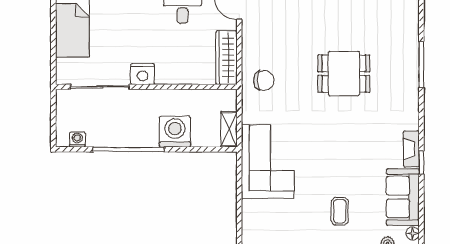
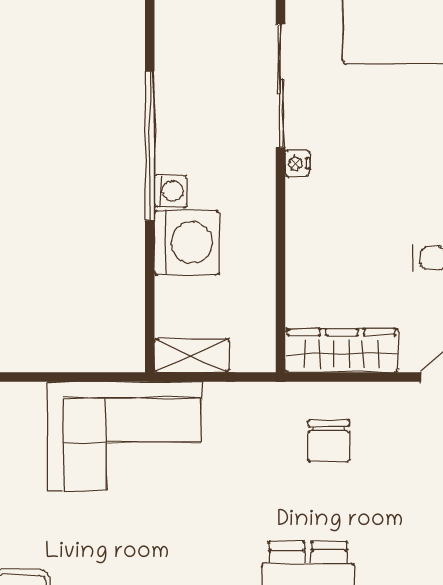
nightstand: (143, 74) -> (297, 163), width x0.53, depth x0.56
chair: (264, 80) -> (329, 441), moved
washing machine: (77, 139) -> (170, 191), moved

